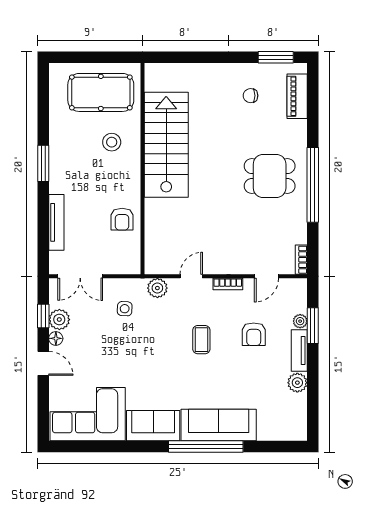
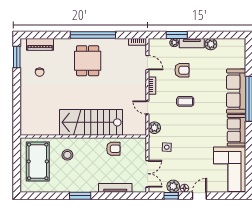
stairs: (166, 145) -> (91, 122), moved

